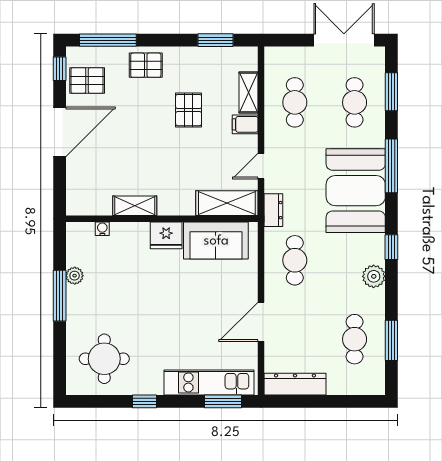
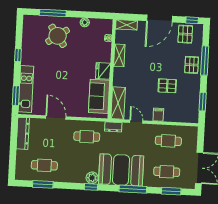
window: (108, 40) -> (205, 61), moved
shelving: (249, 92) -> (126, 25), moved
door: (60, 132) -> (159, 19), hinge flipped
plant: (374, 276) -> (92, 178), moved
window: (60, 296) -> (53, 13), moved
round table: (104, 359) -> (58, 36), moved, turned -35

